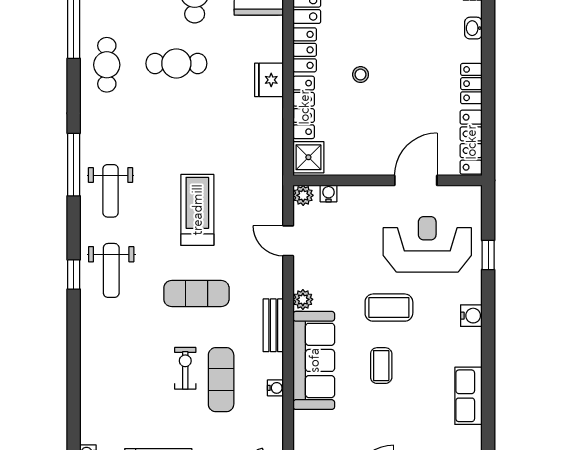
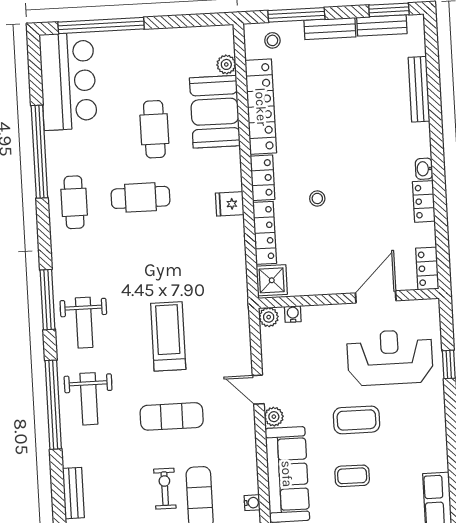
washbasin: (473, 28) -> (424, 169), moved
fridge: (269, 80) -> (230, 204), width x0.72
locker: (471, 142) -> (427, 268), width x0.66
door: (288, 241) -> (258, 390), moved
window: (74, 275) -> (53, 405), width x3.17
water cooler: (471, 316) -> (436, 423), removed
bench: (273, 325) -> (73, 493), moved
coffee table: (381, 366) -> (352, 476), turned 90

